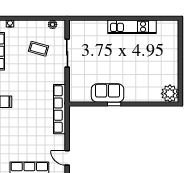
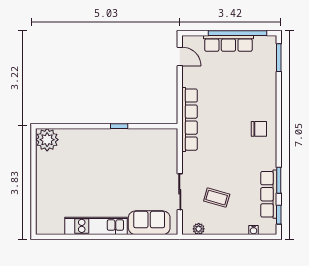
sofa: (108, 93) -> (149, 223), moved, turned 180

